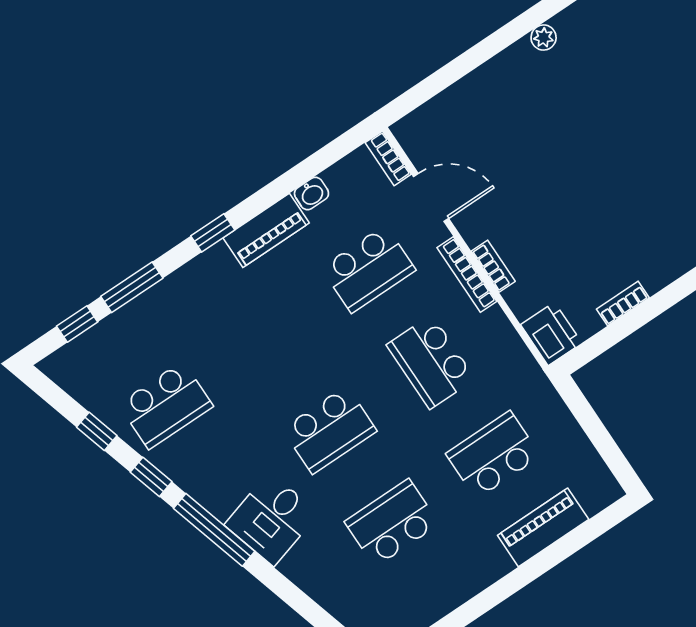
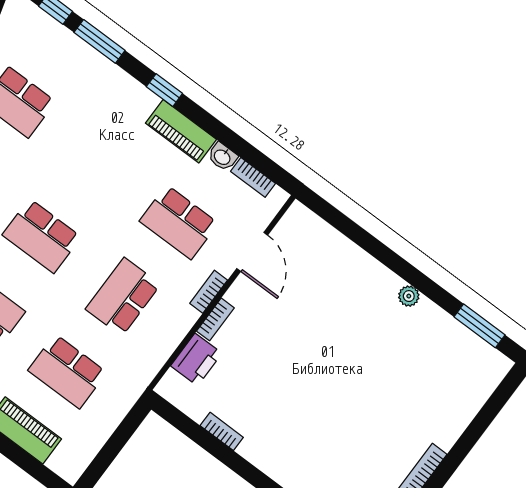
bookcase: (388, 158) -> (253, 177), moved, turned -90
bookcase: (467, 275) -> (209, 292), width x0.64
printer: (551, 334) -> (196, 359), moved
school desk: (493, 455) -> (67, 371), turned 180

